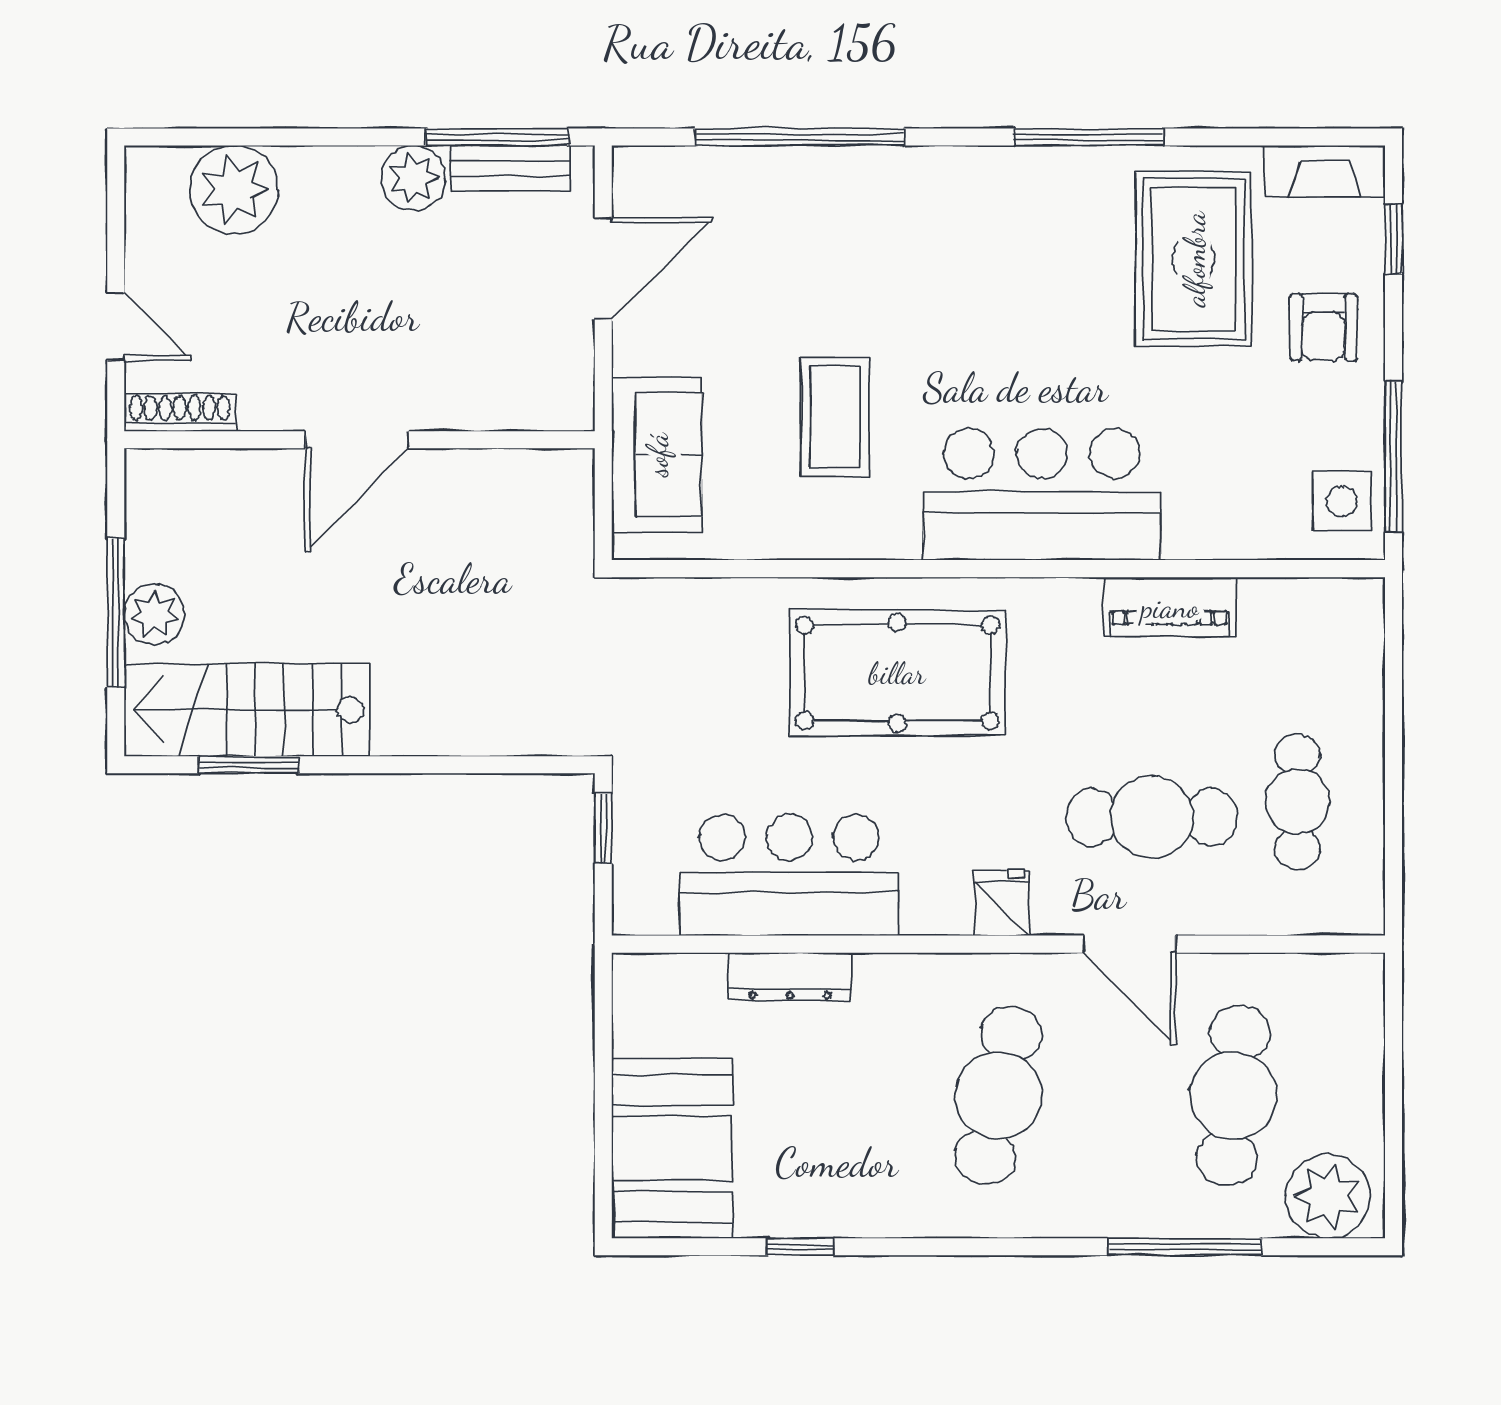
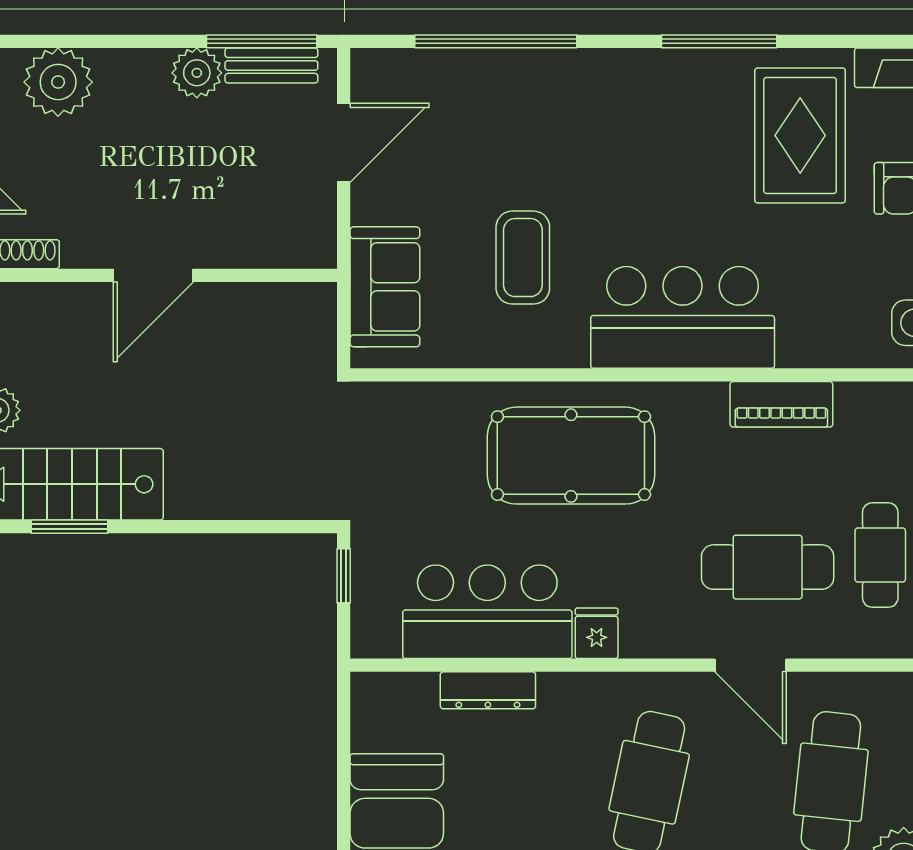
fridge: (1001, 903) -> (597, 633), moved

